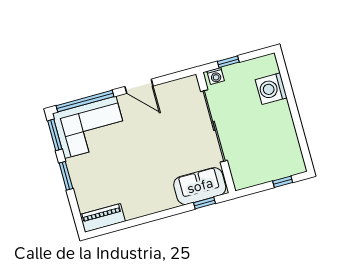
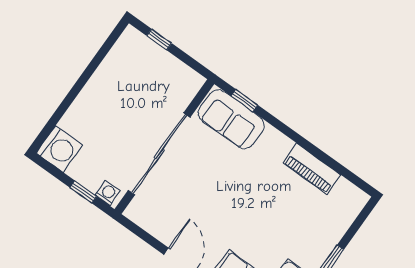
washing machine: (271, 89) -> (59, 149), moved
piano: (103, 218) -> (312, 169), moved

